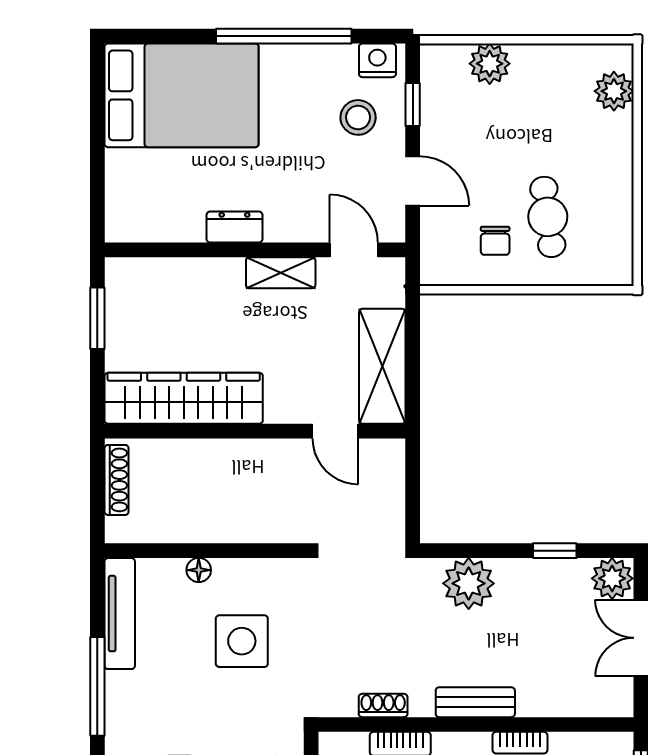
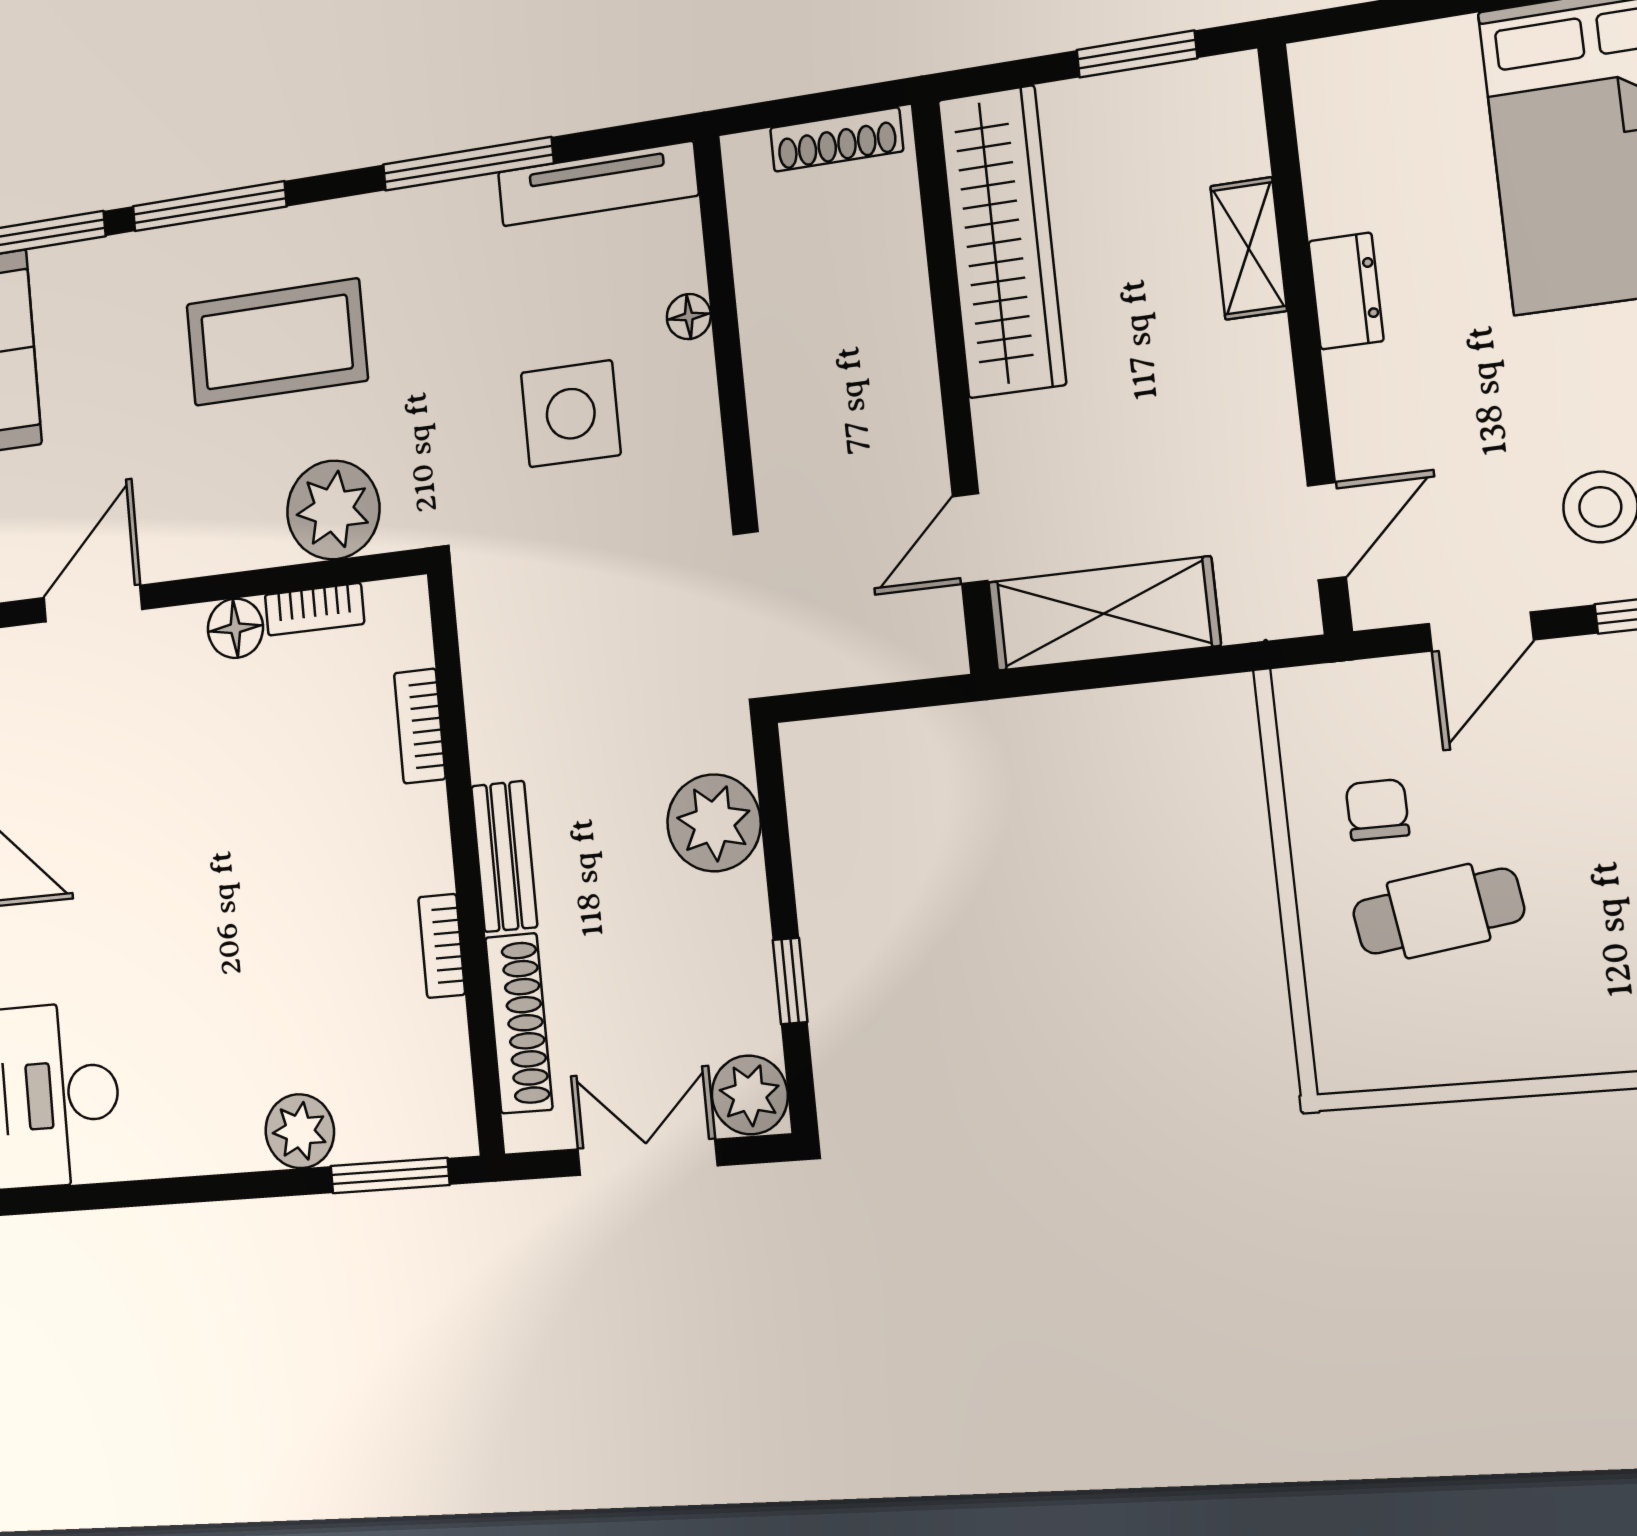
chair: (495, 241) -> (1377, 810), turned 90
shelving: (281, 273) -> (1249, 248), moved
shoe rack: (383, 705) -> (519, 1023), moved, width x1.94, depth x1.24

